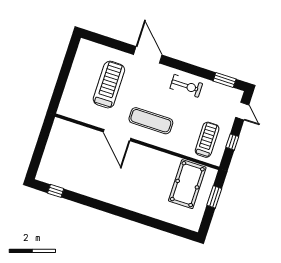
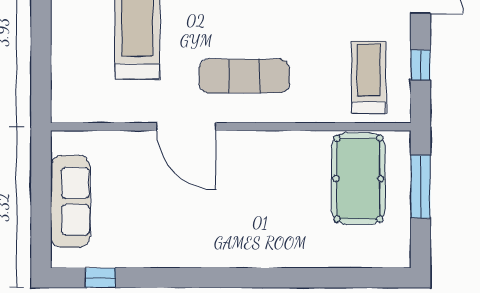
sofa: (53, 152) -> (70, 201), added
window: (214, 197) -> (420, 187), width x1.44

